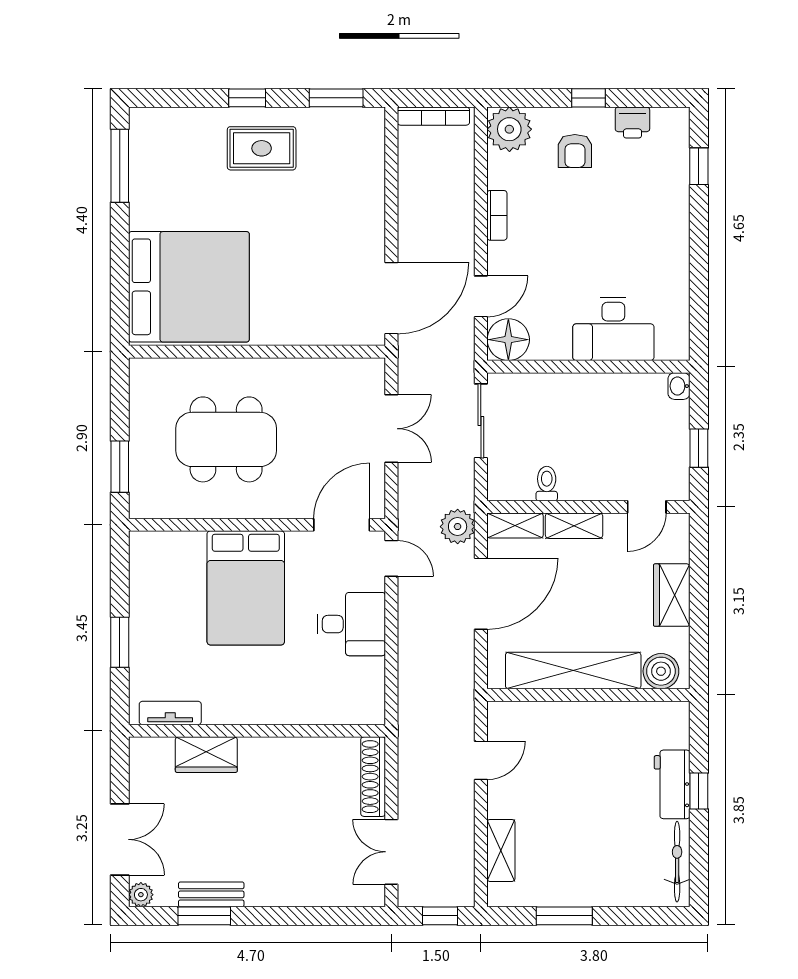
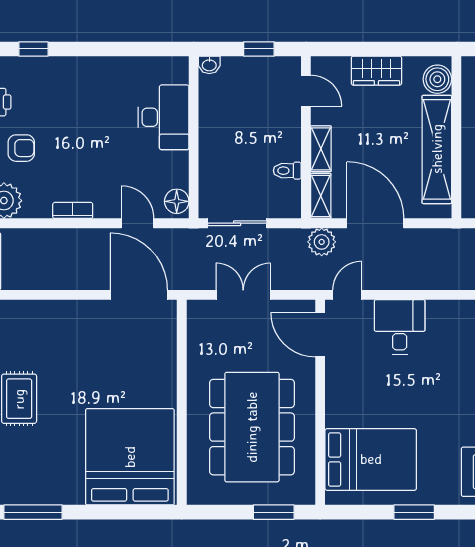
floor lamp: (508, 340) -> (177, 201), width x0.73, depth x0.73
dining table: (226, 439) -> (252, 427), width x1.36, depth x1.24
bed: (246, 588) -> (371, 459), moved

